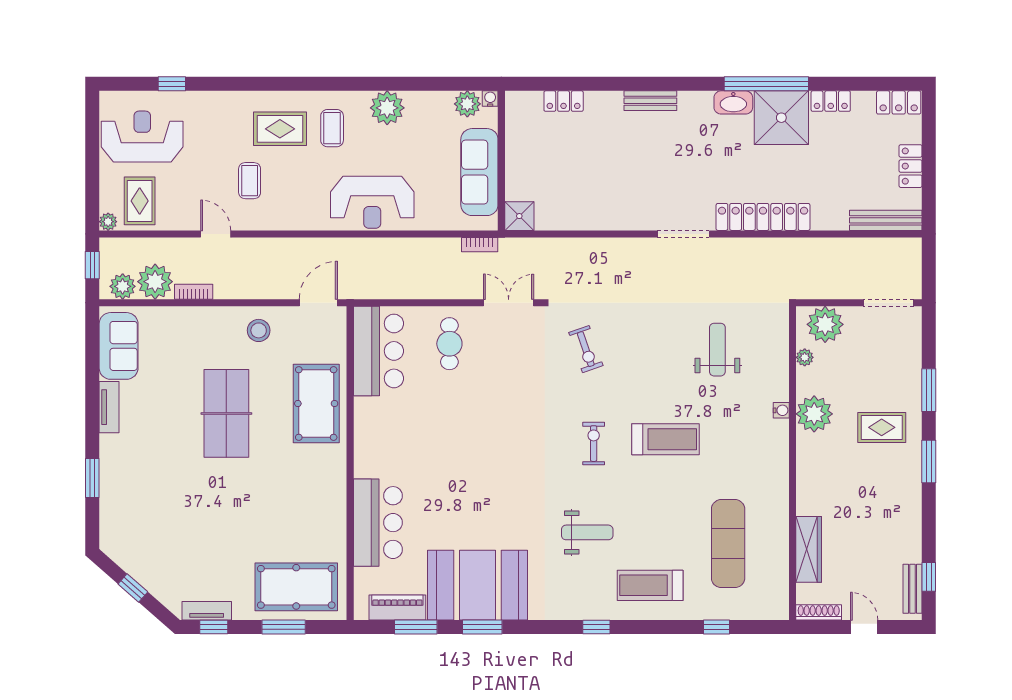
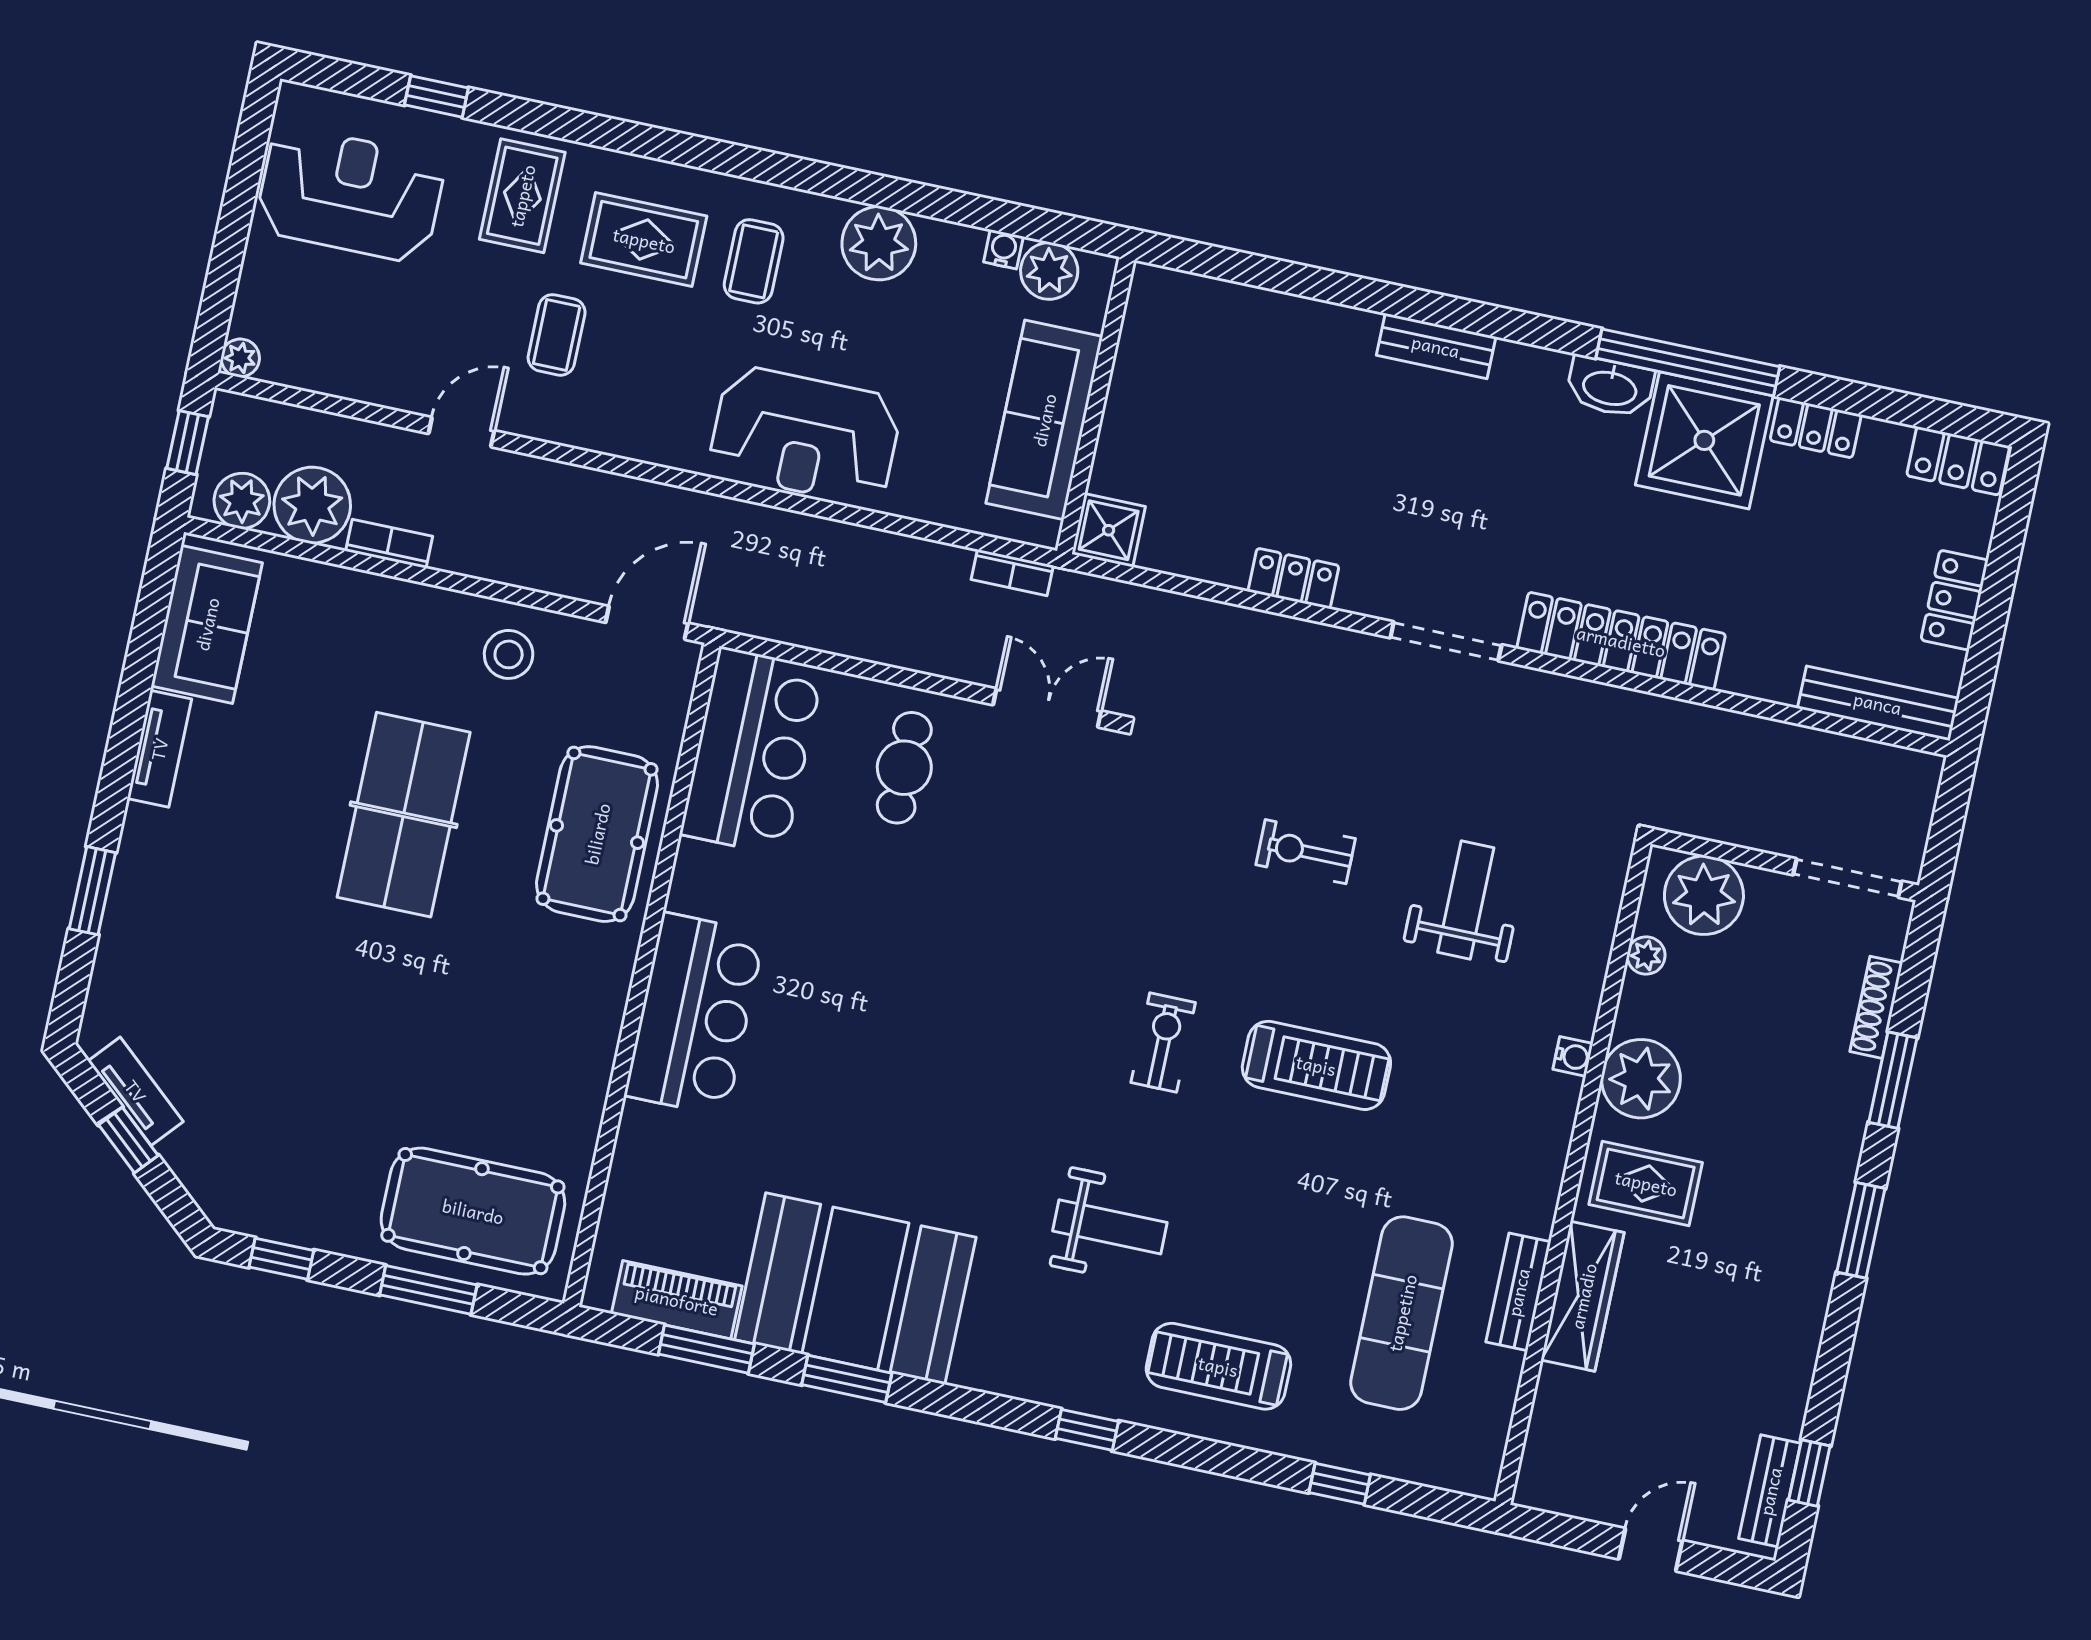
water cooler: (490, 99) -> (1003, 249), moved
locker: (564, 101) -> (1293, 578), moved, turned 180
rug: (140, 201) -> (522, 196), moved
door: (216, 234) -> (461, 432), hinge flipped
exercise bike: (586, 349) -> (1306, 852), moved, turned 109
rug: (882, 427) -> (1646, 1183), moved
bar counter: (378, 523) -> (695, 1014), moved
bench: (779, 523) -> (1518, 1292), added
wardrobe: (809, 549) -> (1583, 1296), moved
tv unit: (207, 611) -> (136, 1091), moved, turned 41
shoe rack: (819, 612) -> (1876, 1007), moved, turned -90
door: (864, 627) -> (1651, 1550), hinge flipped

